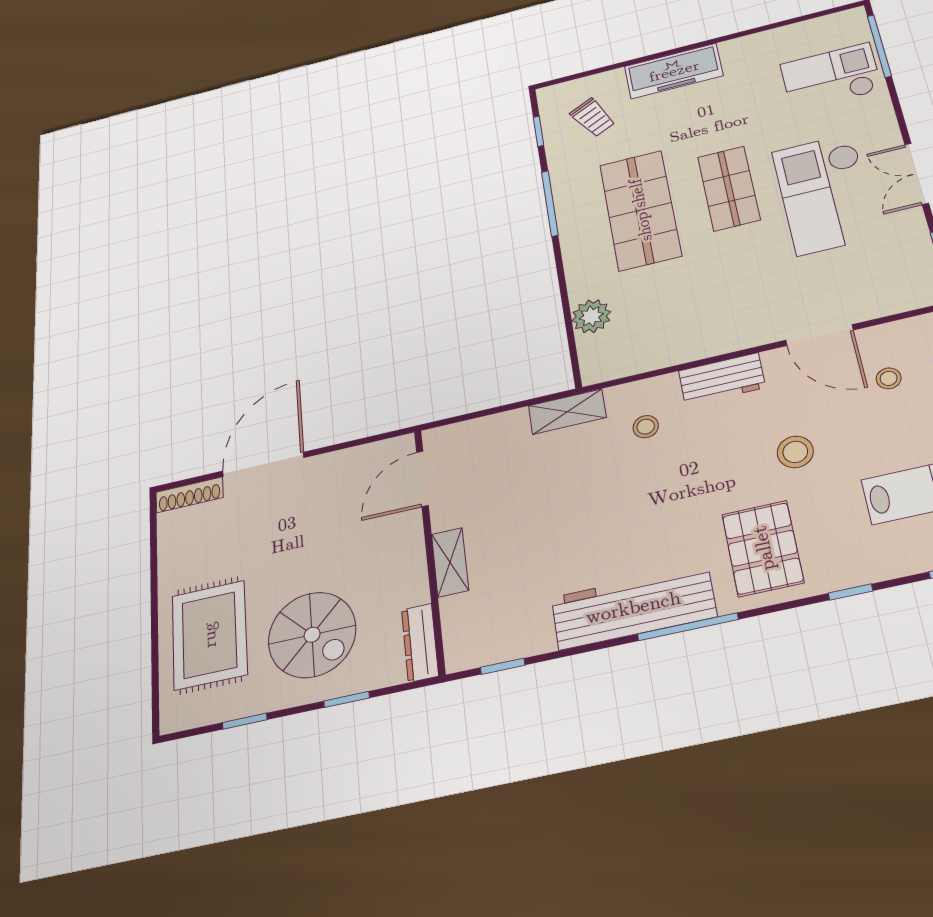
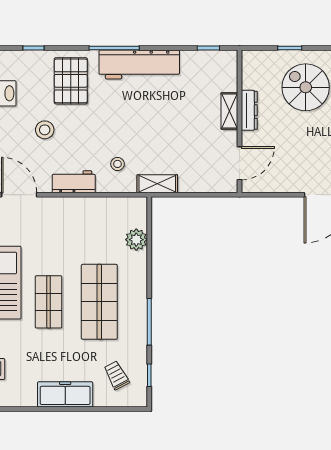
dresser: (420, 643) -> (249, 110), moved

